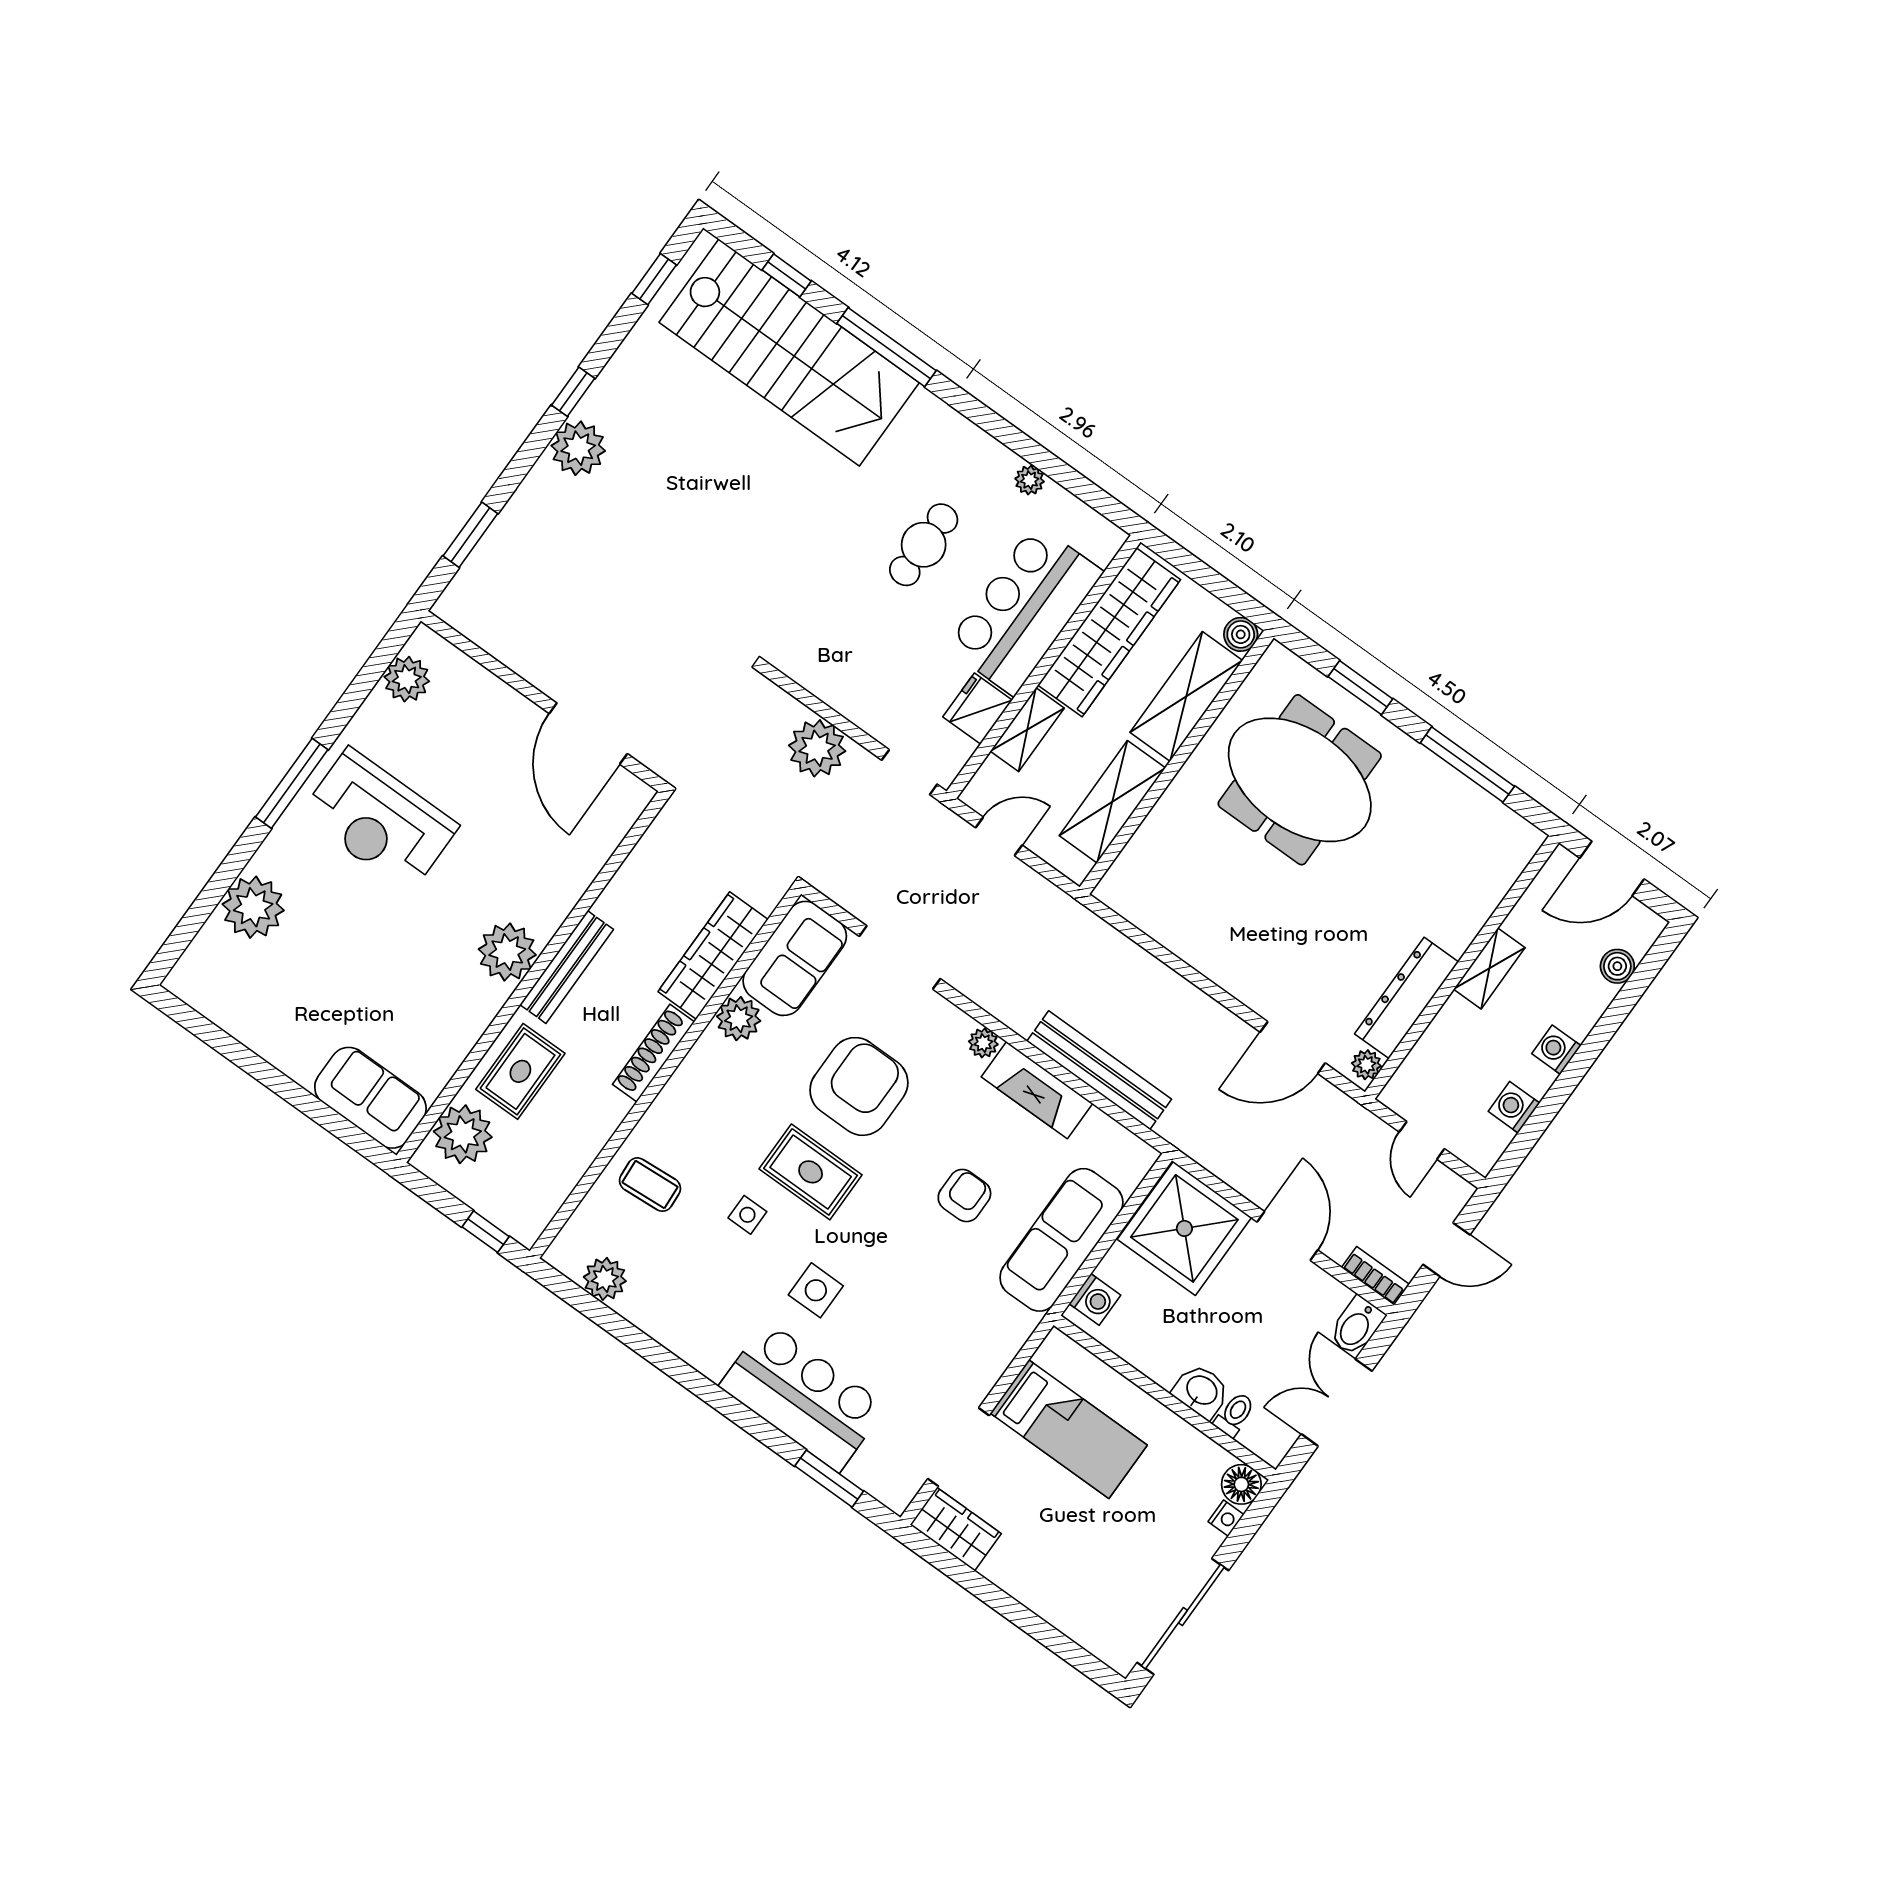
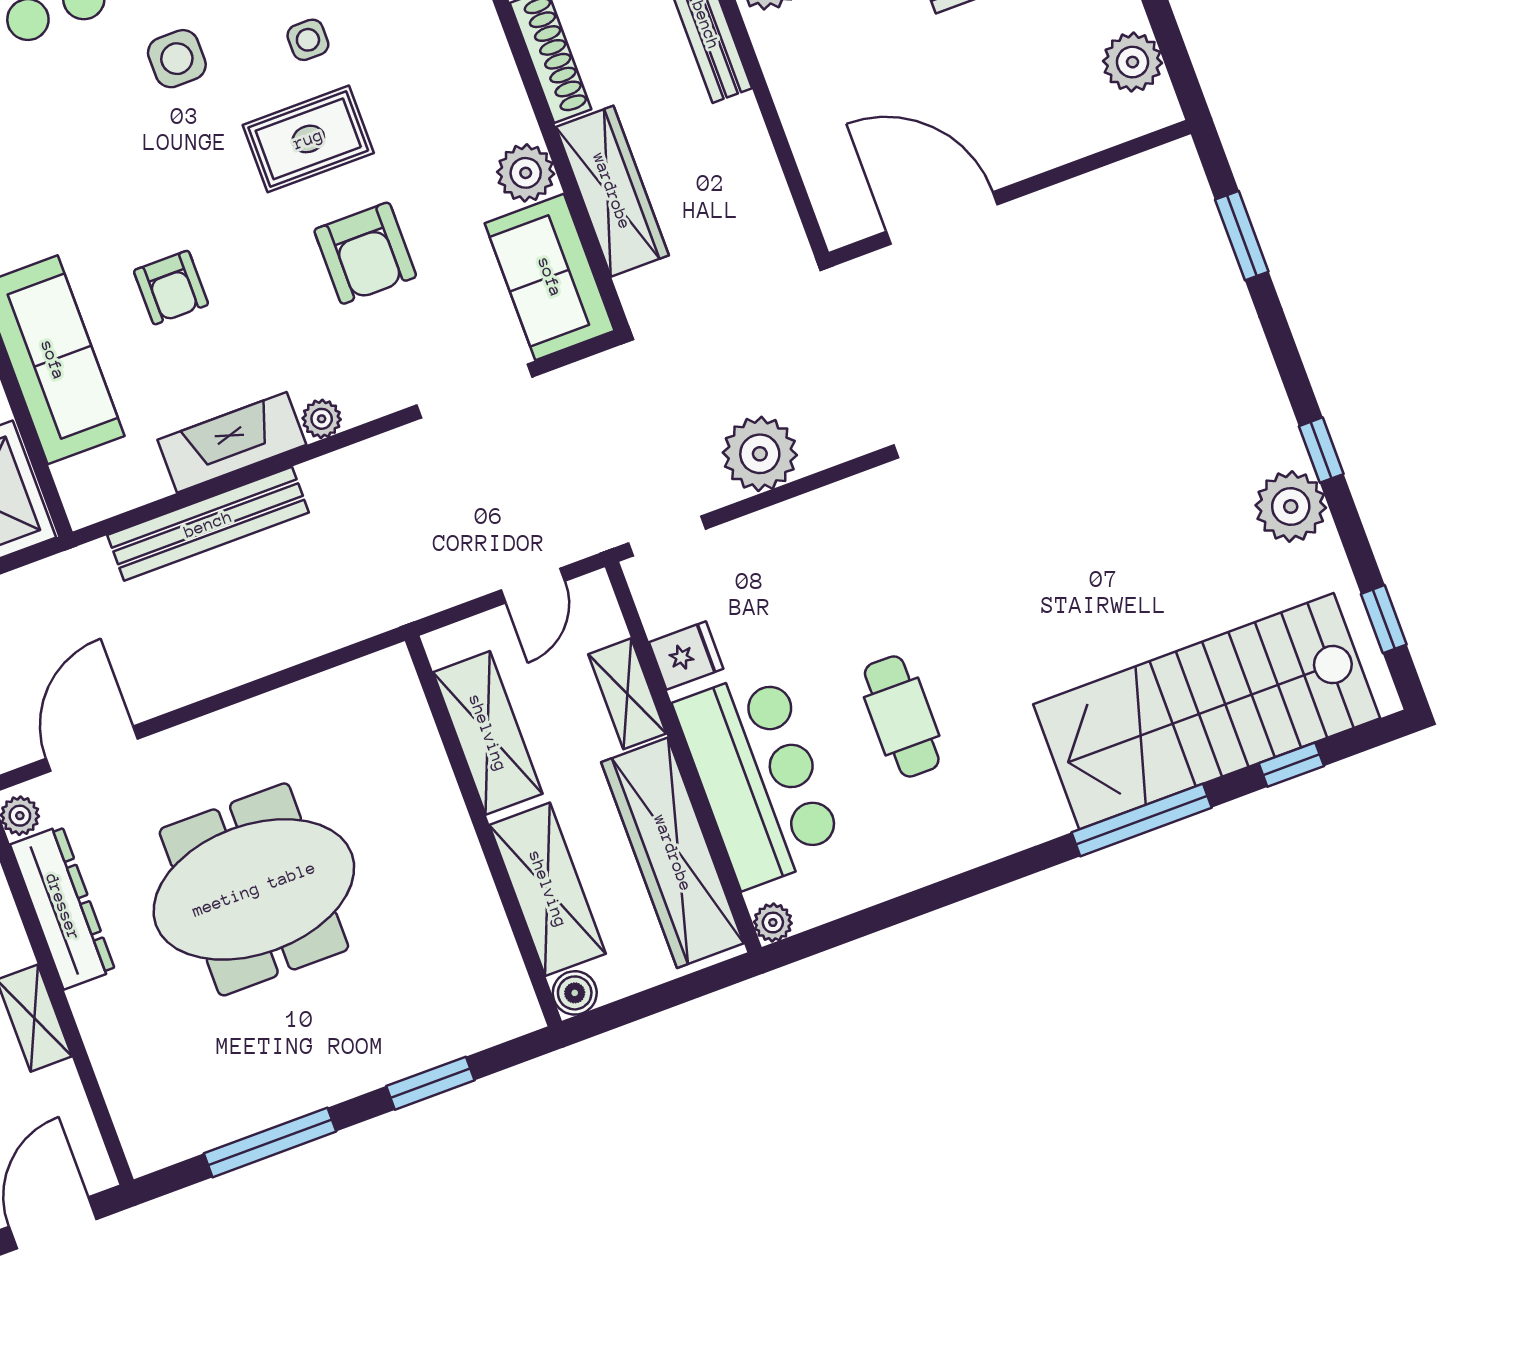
plant: (578, 448) -> (1291, 507), moved
plant: (1030, 480) -> (773, 923), moved
fridge: (978, 709) -> (686, 656), width x0.72
meeting table: (1300, 780) -> (254, 889), moved
armchair: (859, 1086) -> (365, 253), width x0.73, depth x0.73

